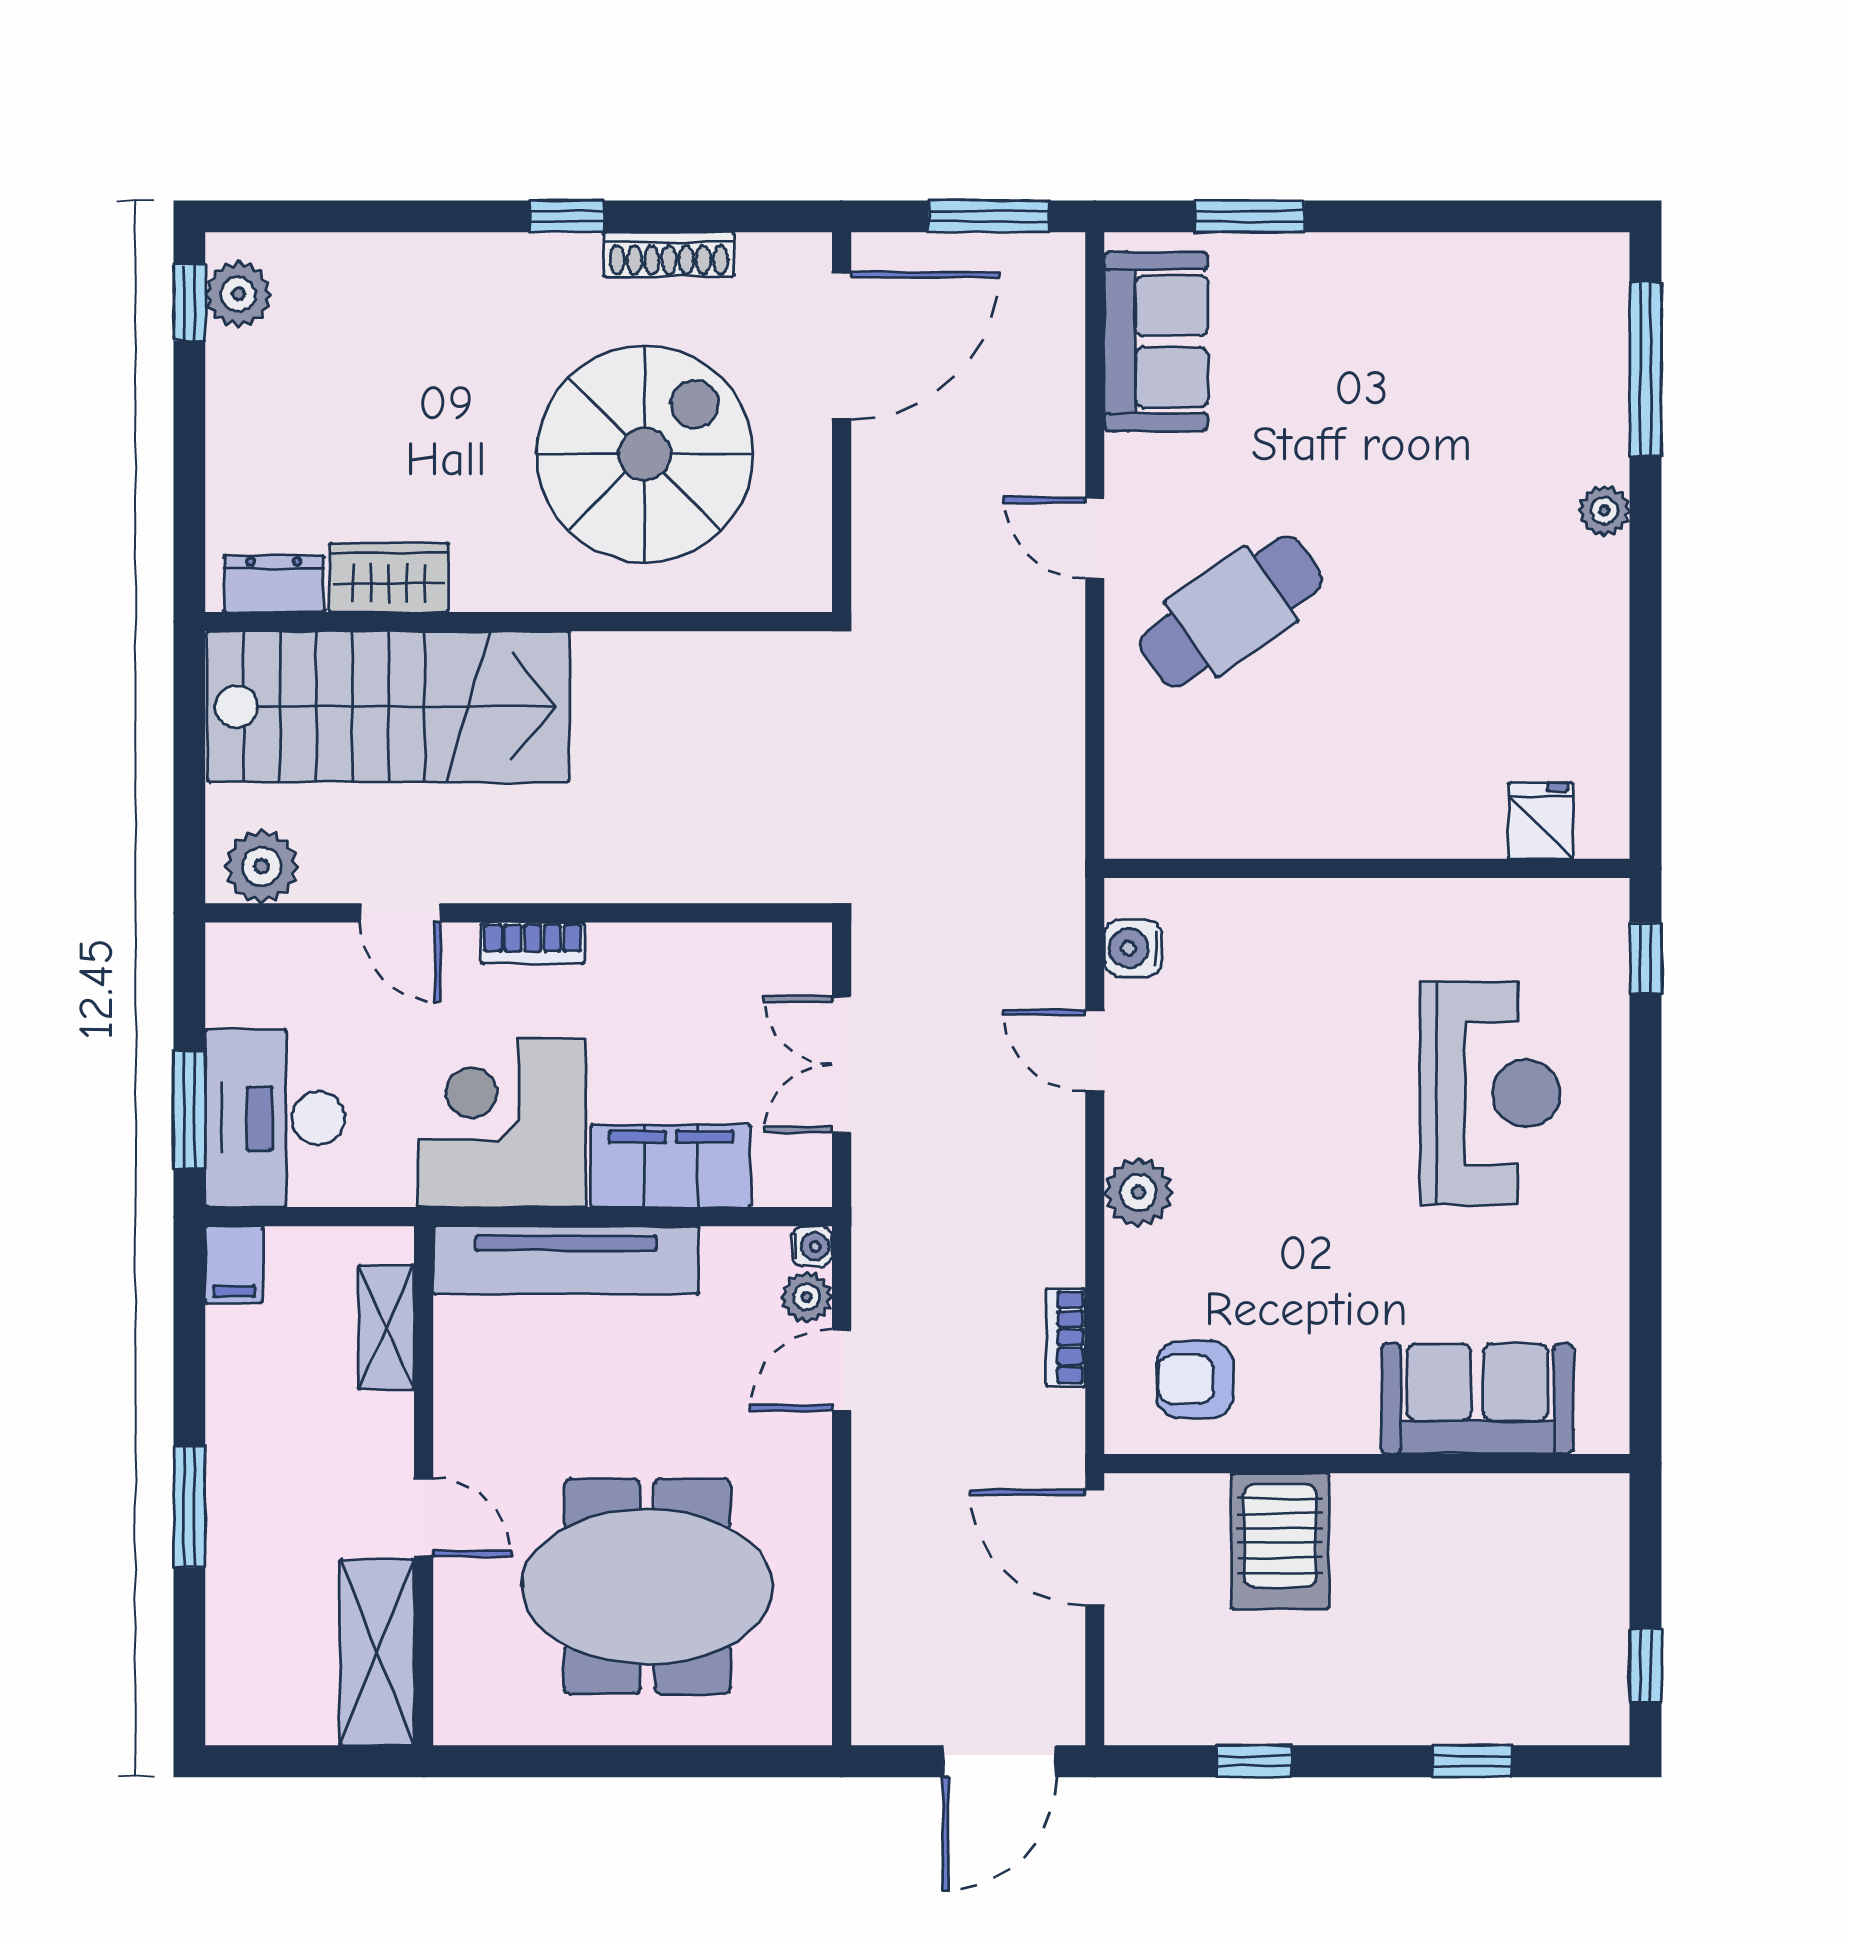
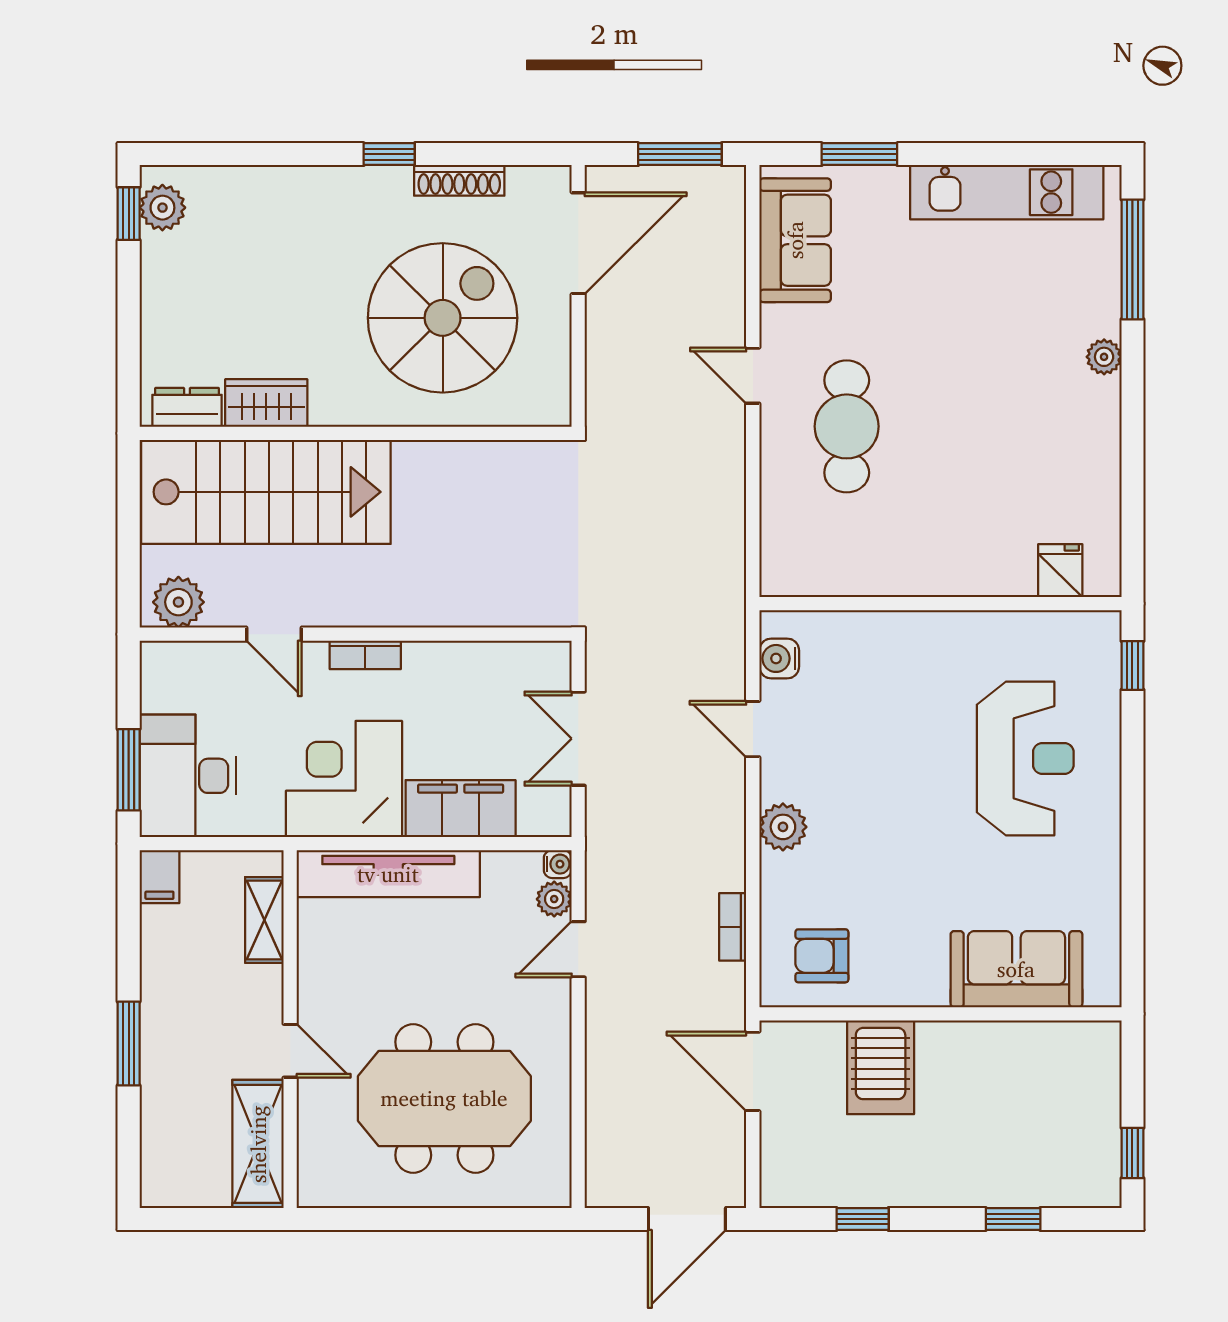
kitchen unit: (1463, 272) -> (1007, 192), added
cafe table: (1231, 612) -> (847, 426), turned -55

